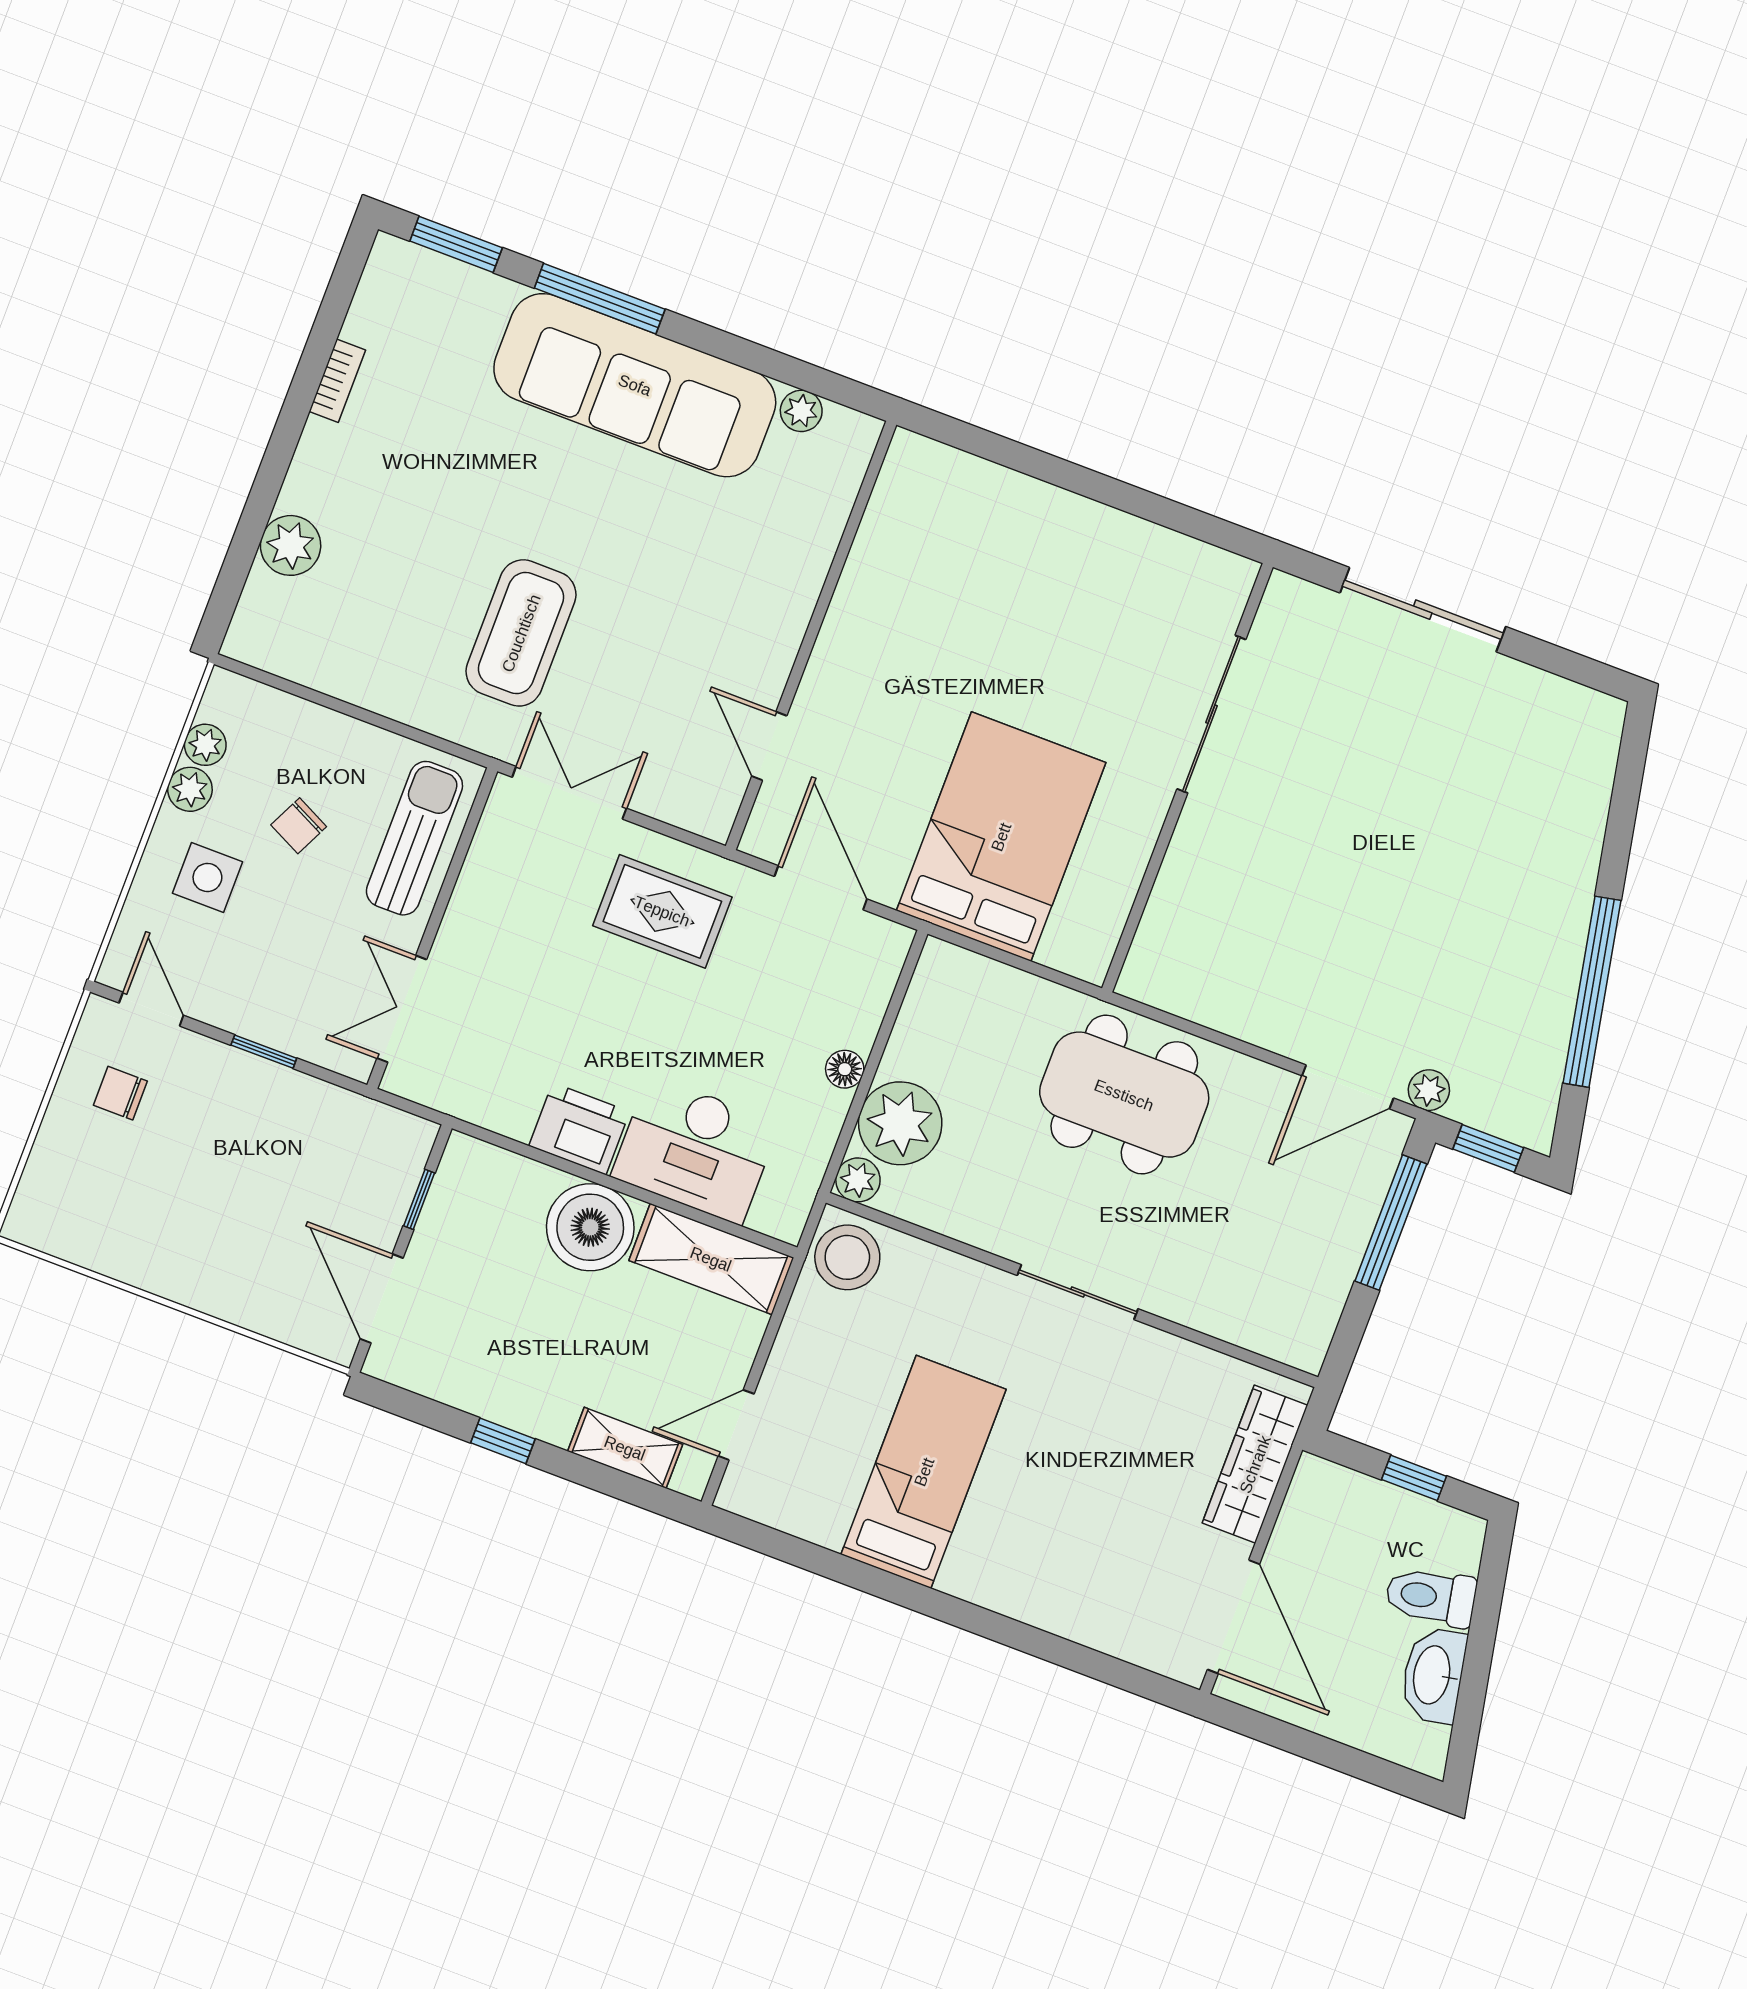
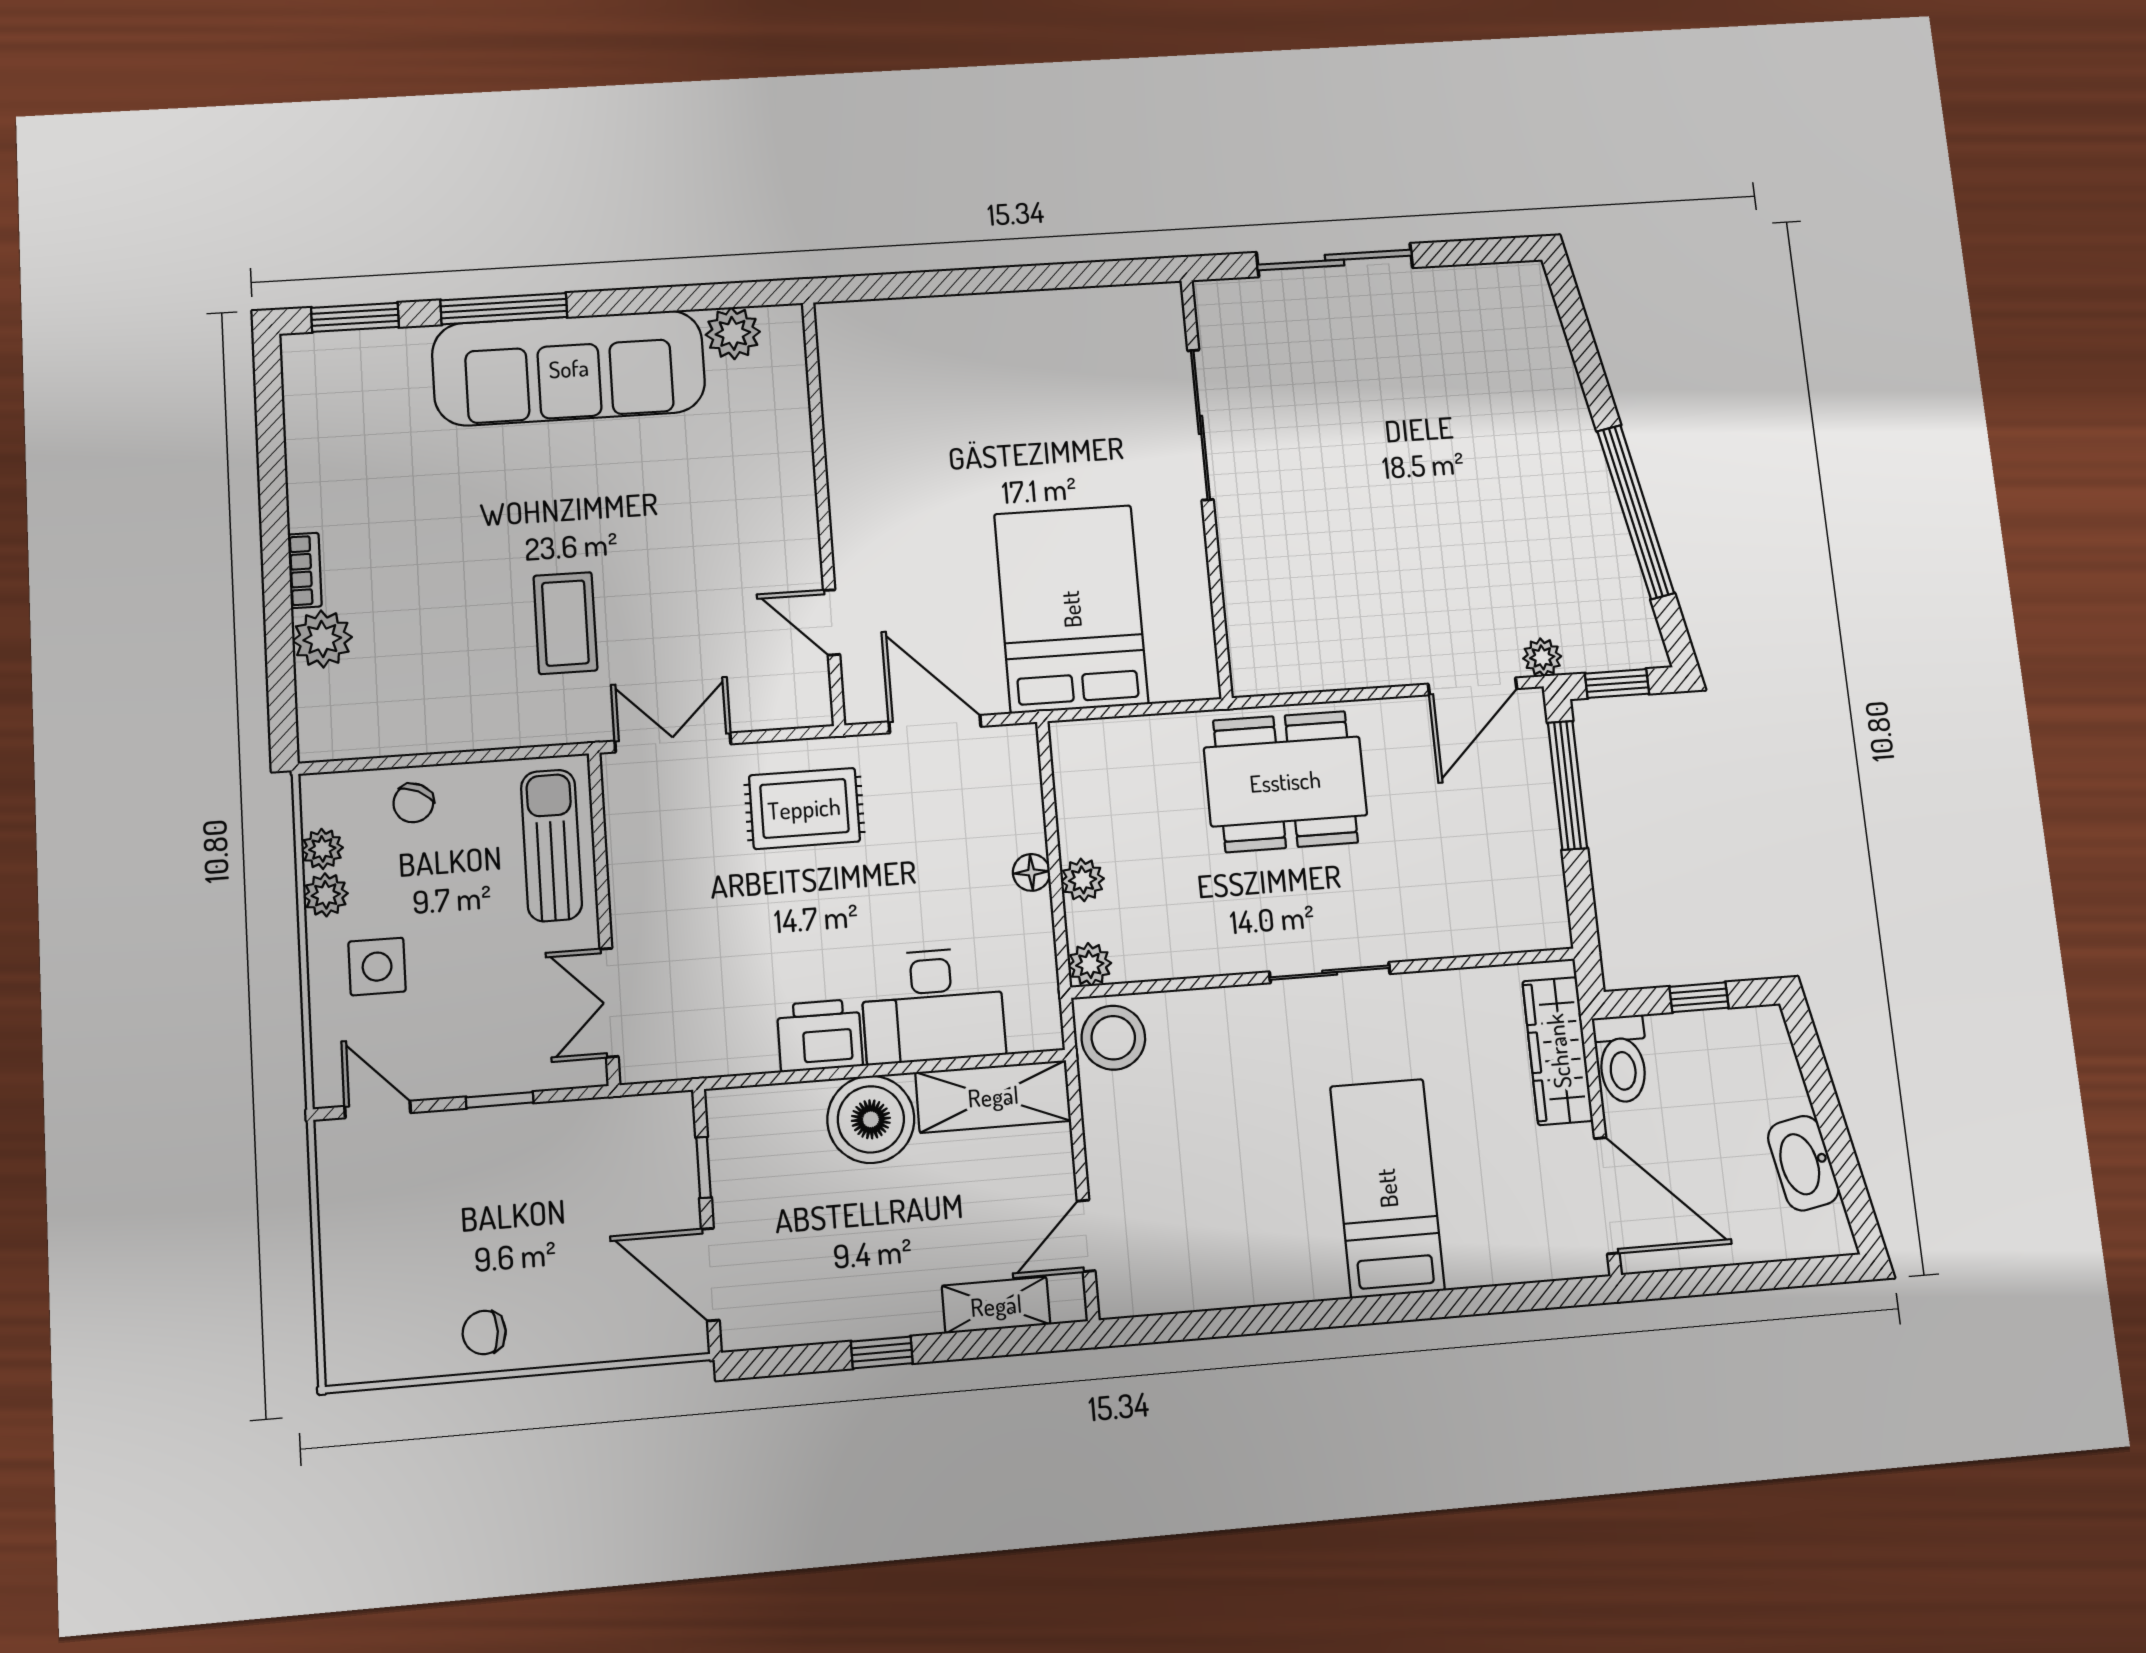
bookcase: (337, 381) -> (305, 570), moved
plant: (801, 411) -> (733, 333), width x1.38, depth x1.38
coffee table: (521, 633) -> (565, 623), width x0.73, depth x0.76
chair: (299, 826) -> (413, 803), moved
chair: (120, 1093) -> (484, 1332), moved
plant: (900, 1123) -> (1083, 880), width x0.53, depth x0.53
bed: (924, 1472) -> (1387, 1188), moved
toilet: (1431, 1597) -> (1622, 1059), moved, turned -79

